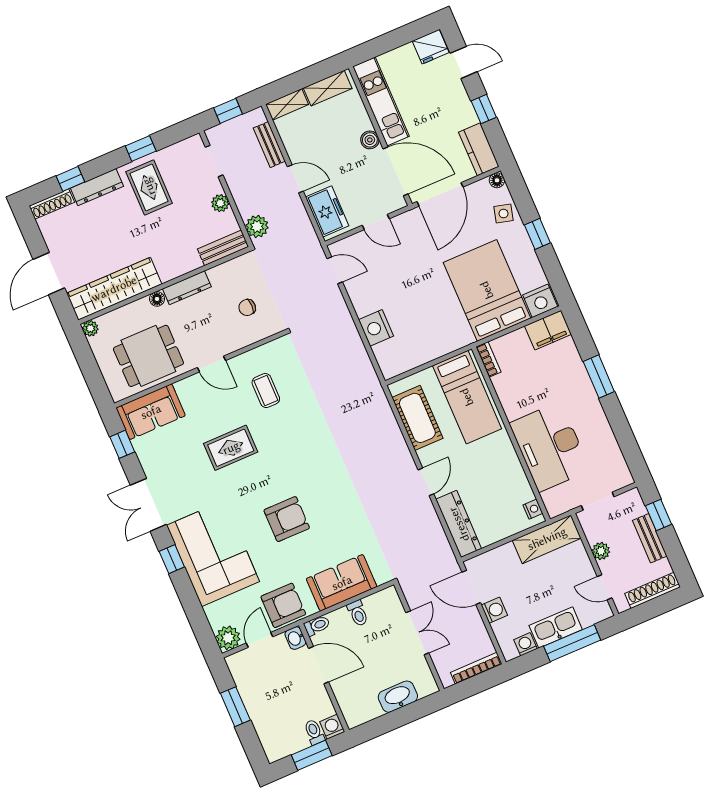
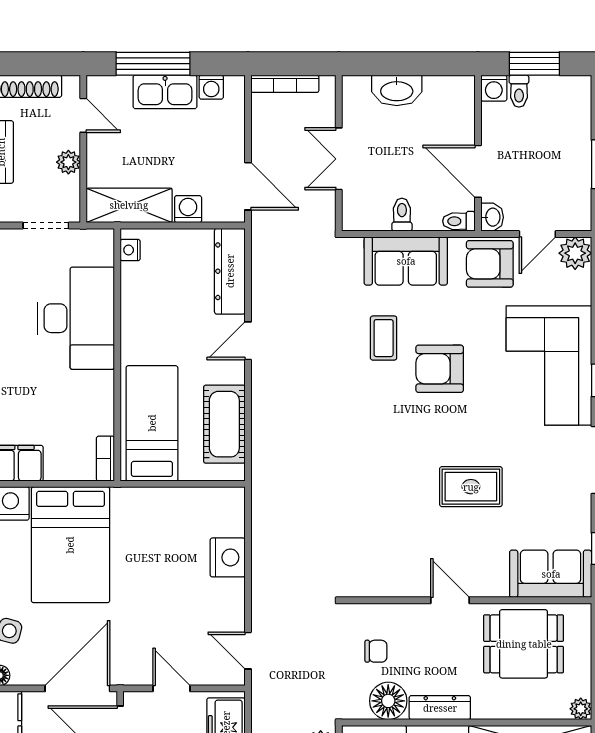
floor lamp: (157, 299) -> (388, 701), moved, width x1.89, depth x1.89
coffee table: (266, 391) -> (384, 338), moved
washing machine: (494, 610) -> (188, 209), moved, turned 90

